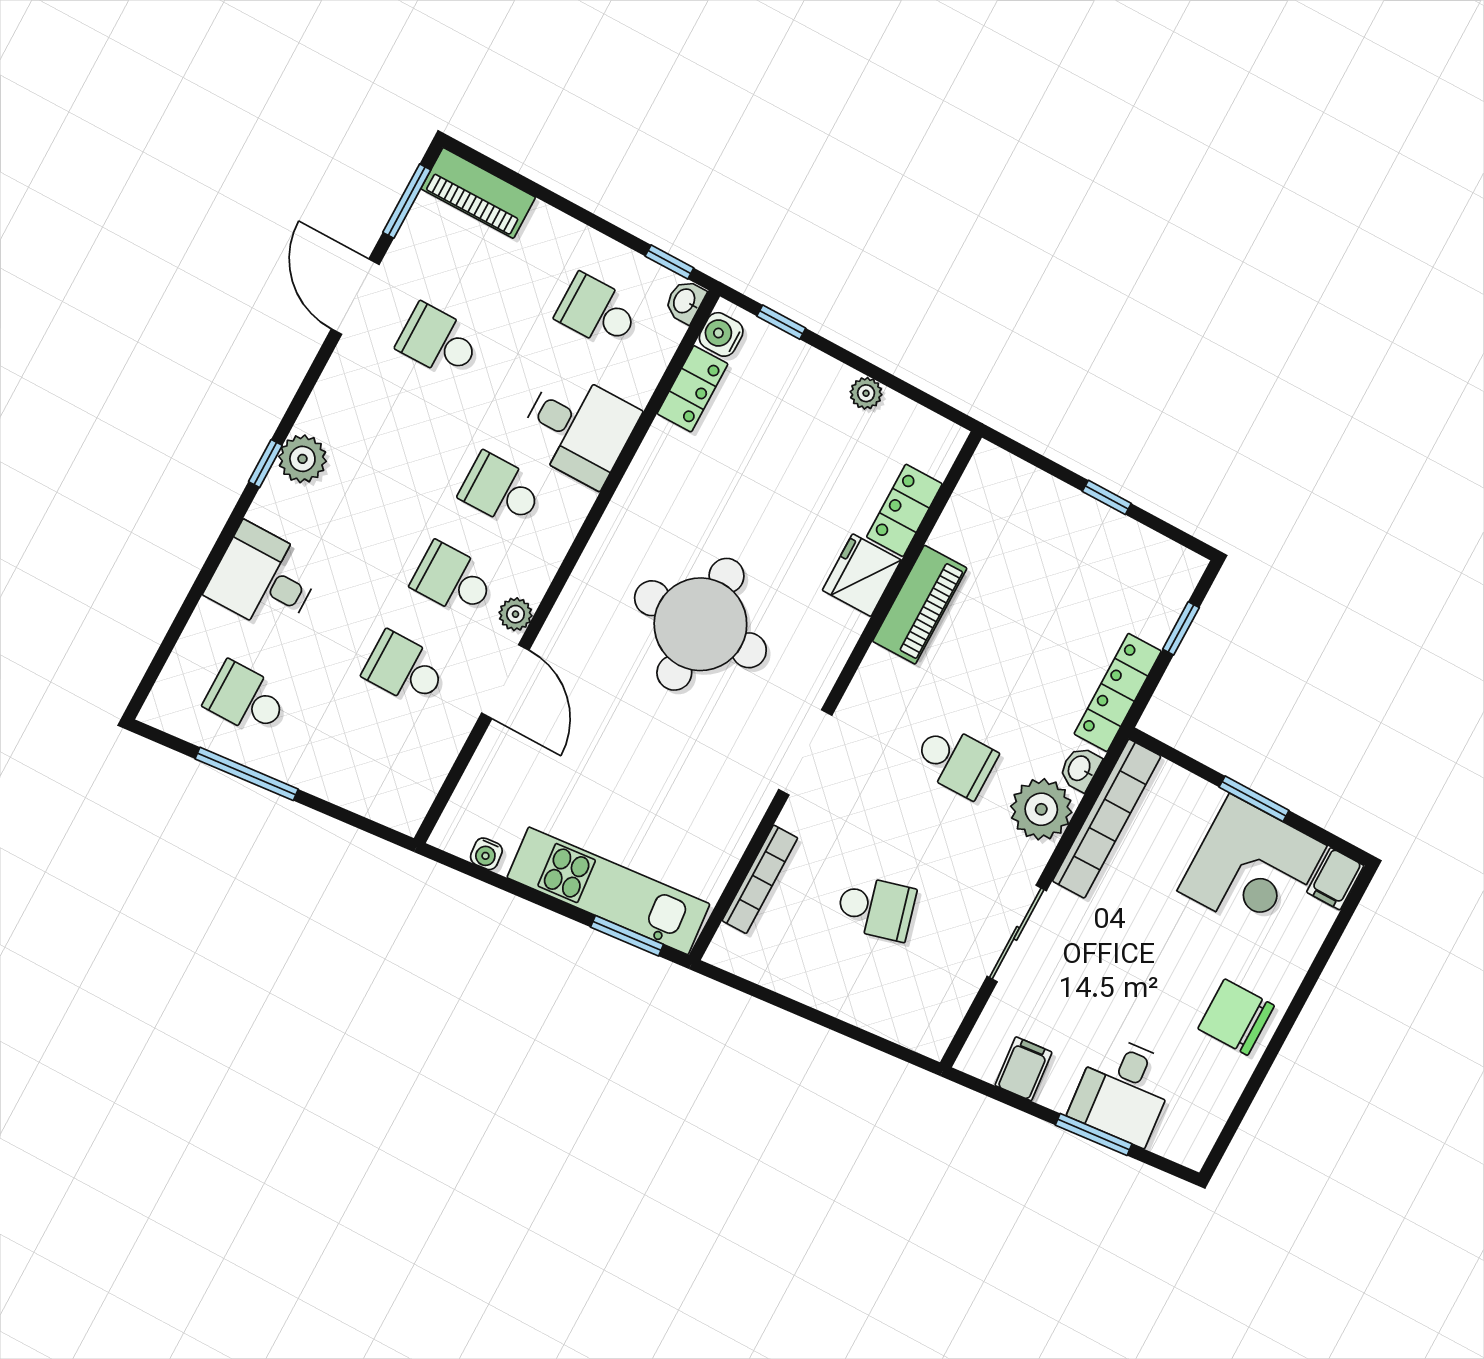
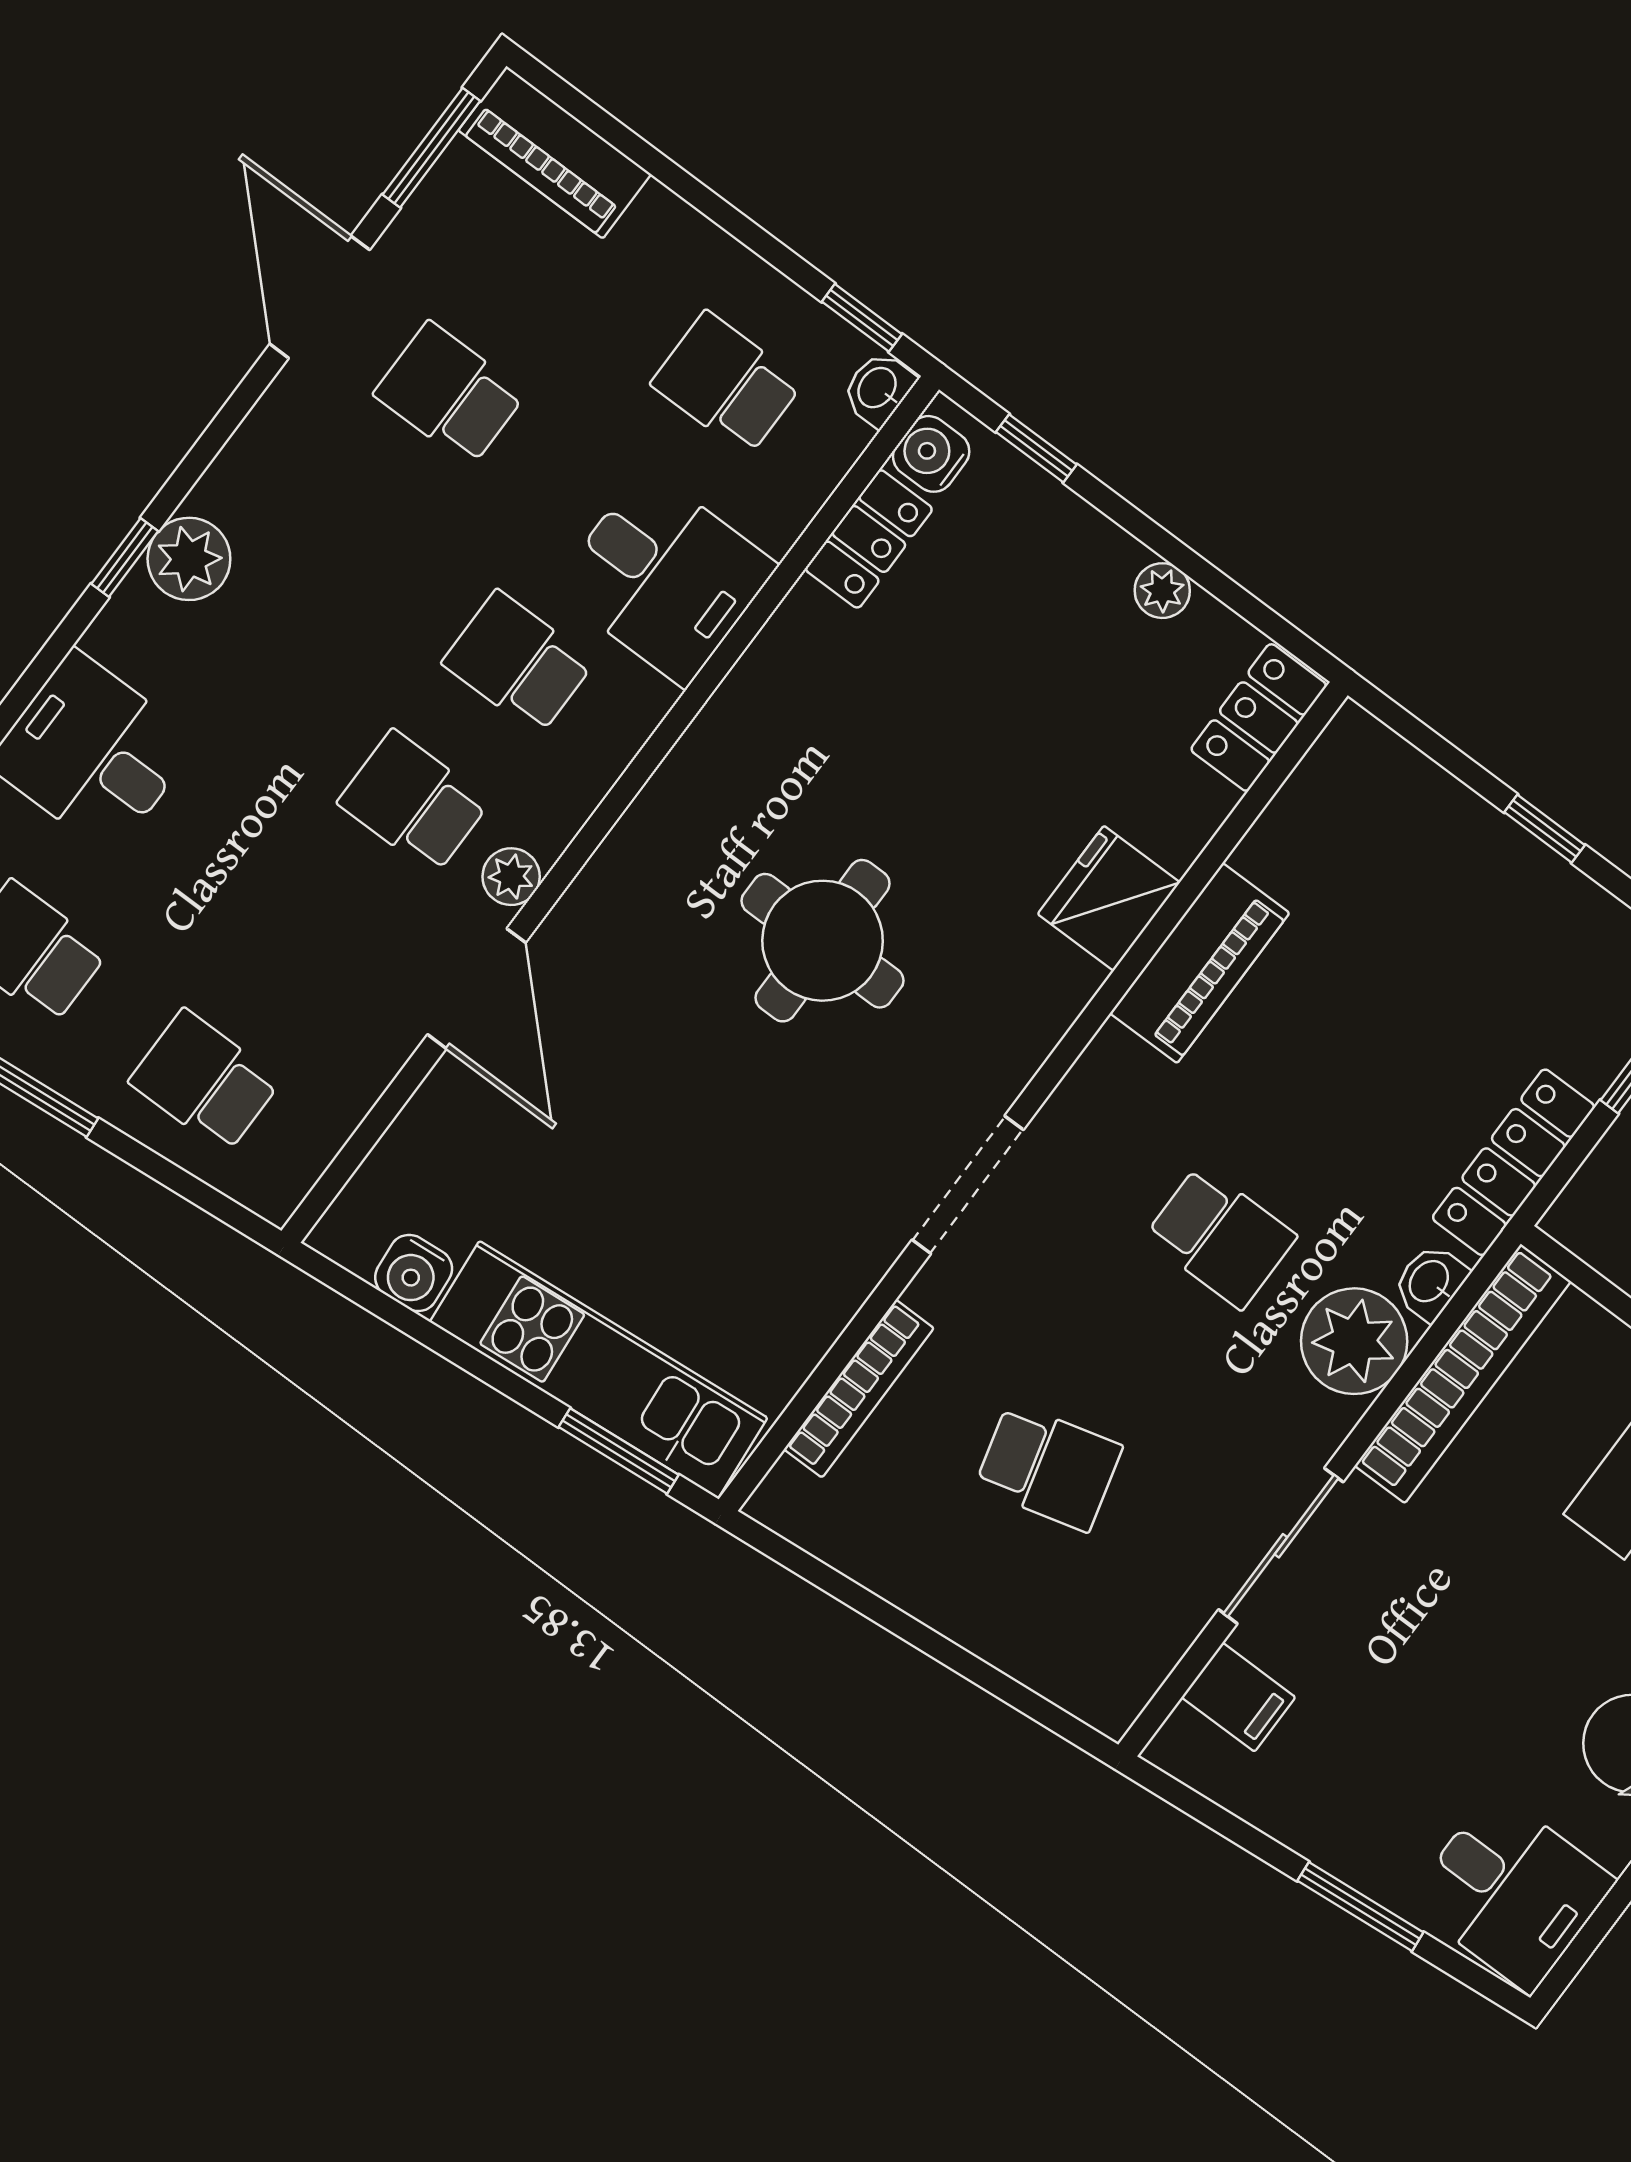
locker: (904, 510) -> (1259, 717), moved
round table: (700, 624) -> (823, 941), width x0.73, depth x0.73
school desk: (405, 669) -> (205, 1081), moved
water cooler: (486, 854) -> (414, 1273), width x1.38, depth x1.38
filing cabinet: (1023, 1069) -> (1238, 1697), moved, turned 95
desk: (1123, 1090) -> (1512, 1891), moved, turned -85

